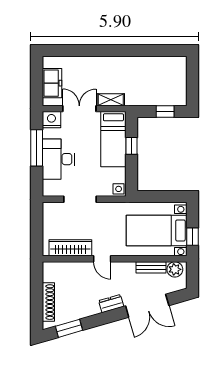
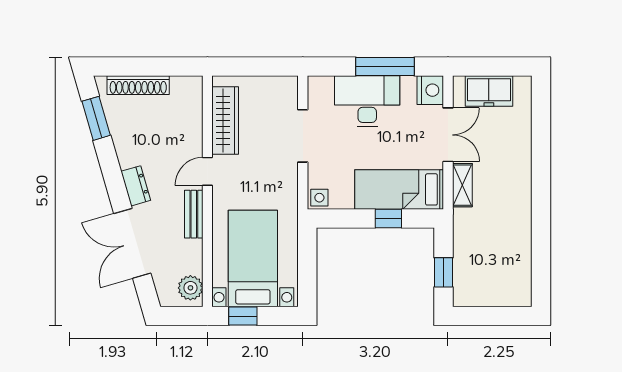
bench: (151, 267) -> (194, 214), moved

